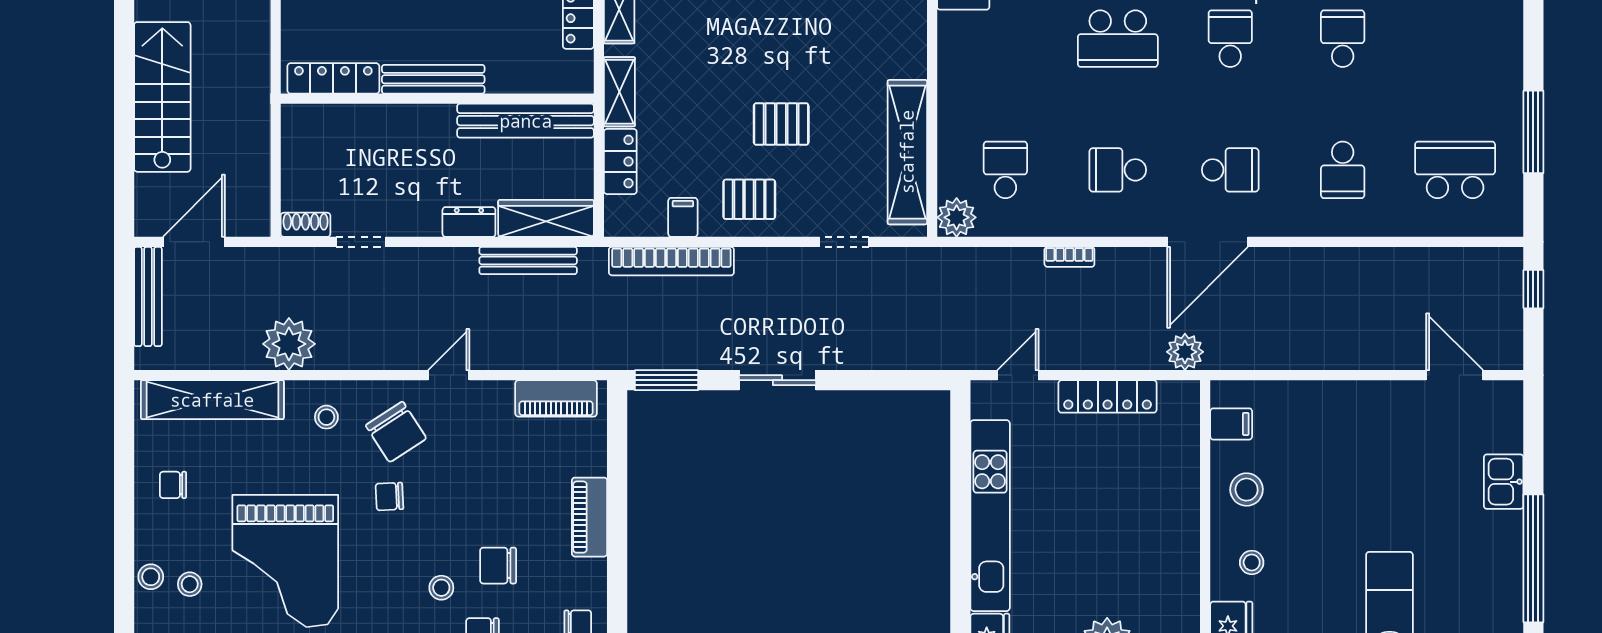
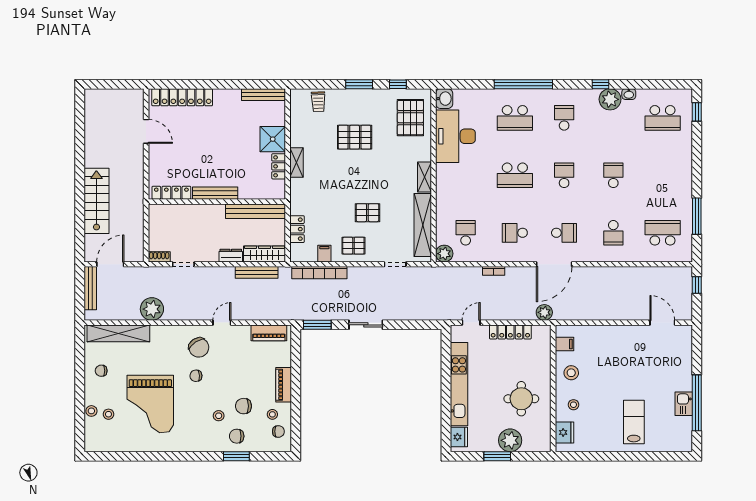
shelving: (619, 92) -> (424, 177), moved
stool: (326, 417) -> (272, 414), moved
kitchen sink: (1504, 482) -> (684, 404), moved
round table: (1133, 549) -> (521, 399), added

